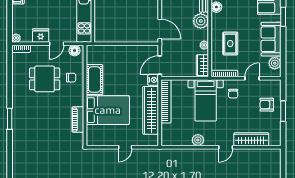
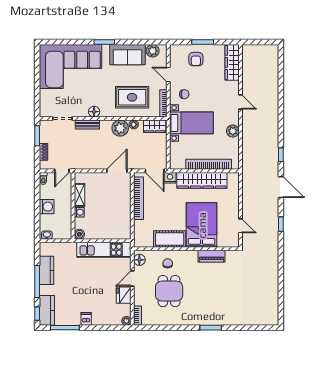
plant: (201, 21) -> (120, 128), moved
door: (57, 44) -> (132, 279), swing flipped
rug: (230, 44) -> (132, 97), width x1.36, depth x1.43
bookcase: (133, 50) -> (139, 198), added
bookcase: (166, 101) -> (209, 164), moved
wardrobe: (251, 139) -> (232, 62), moved
door: (125, 147) -> (240, 226), moved

